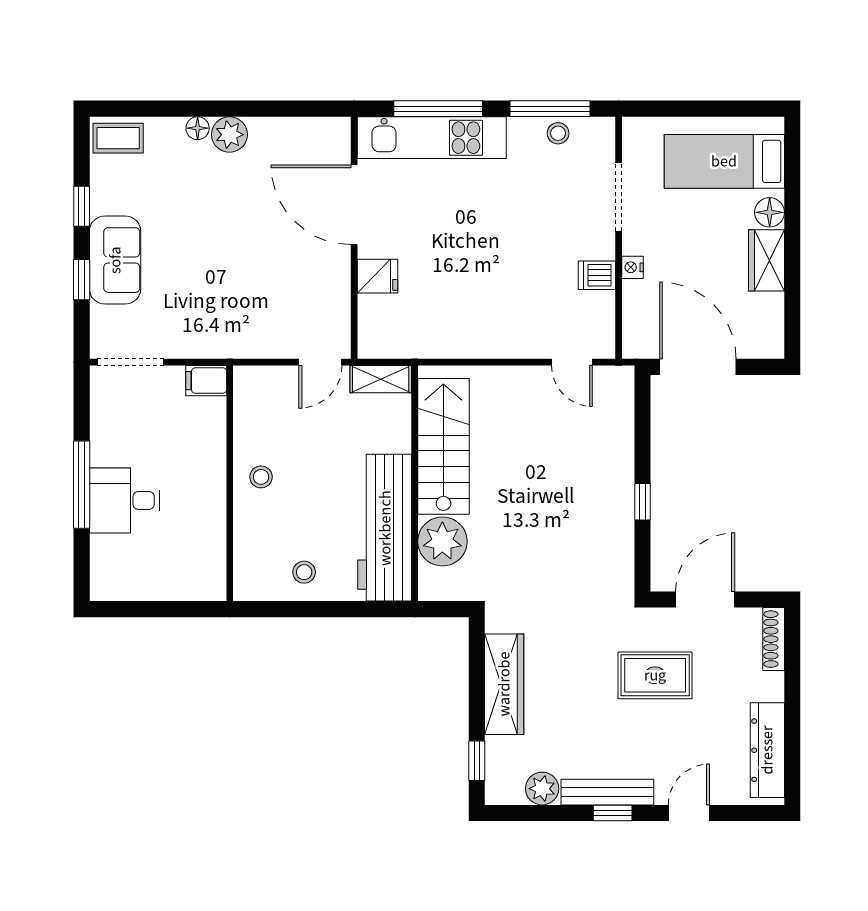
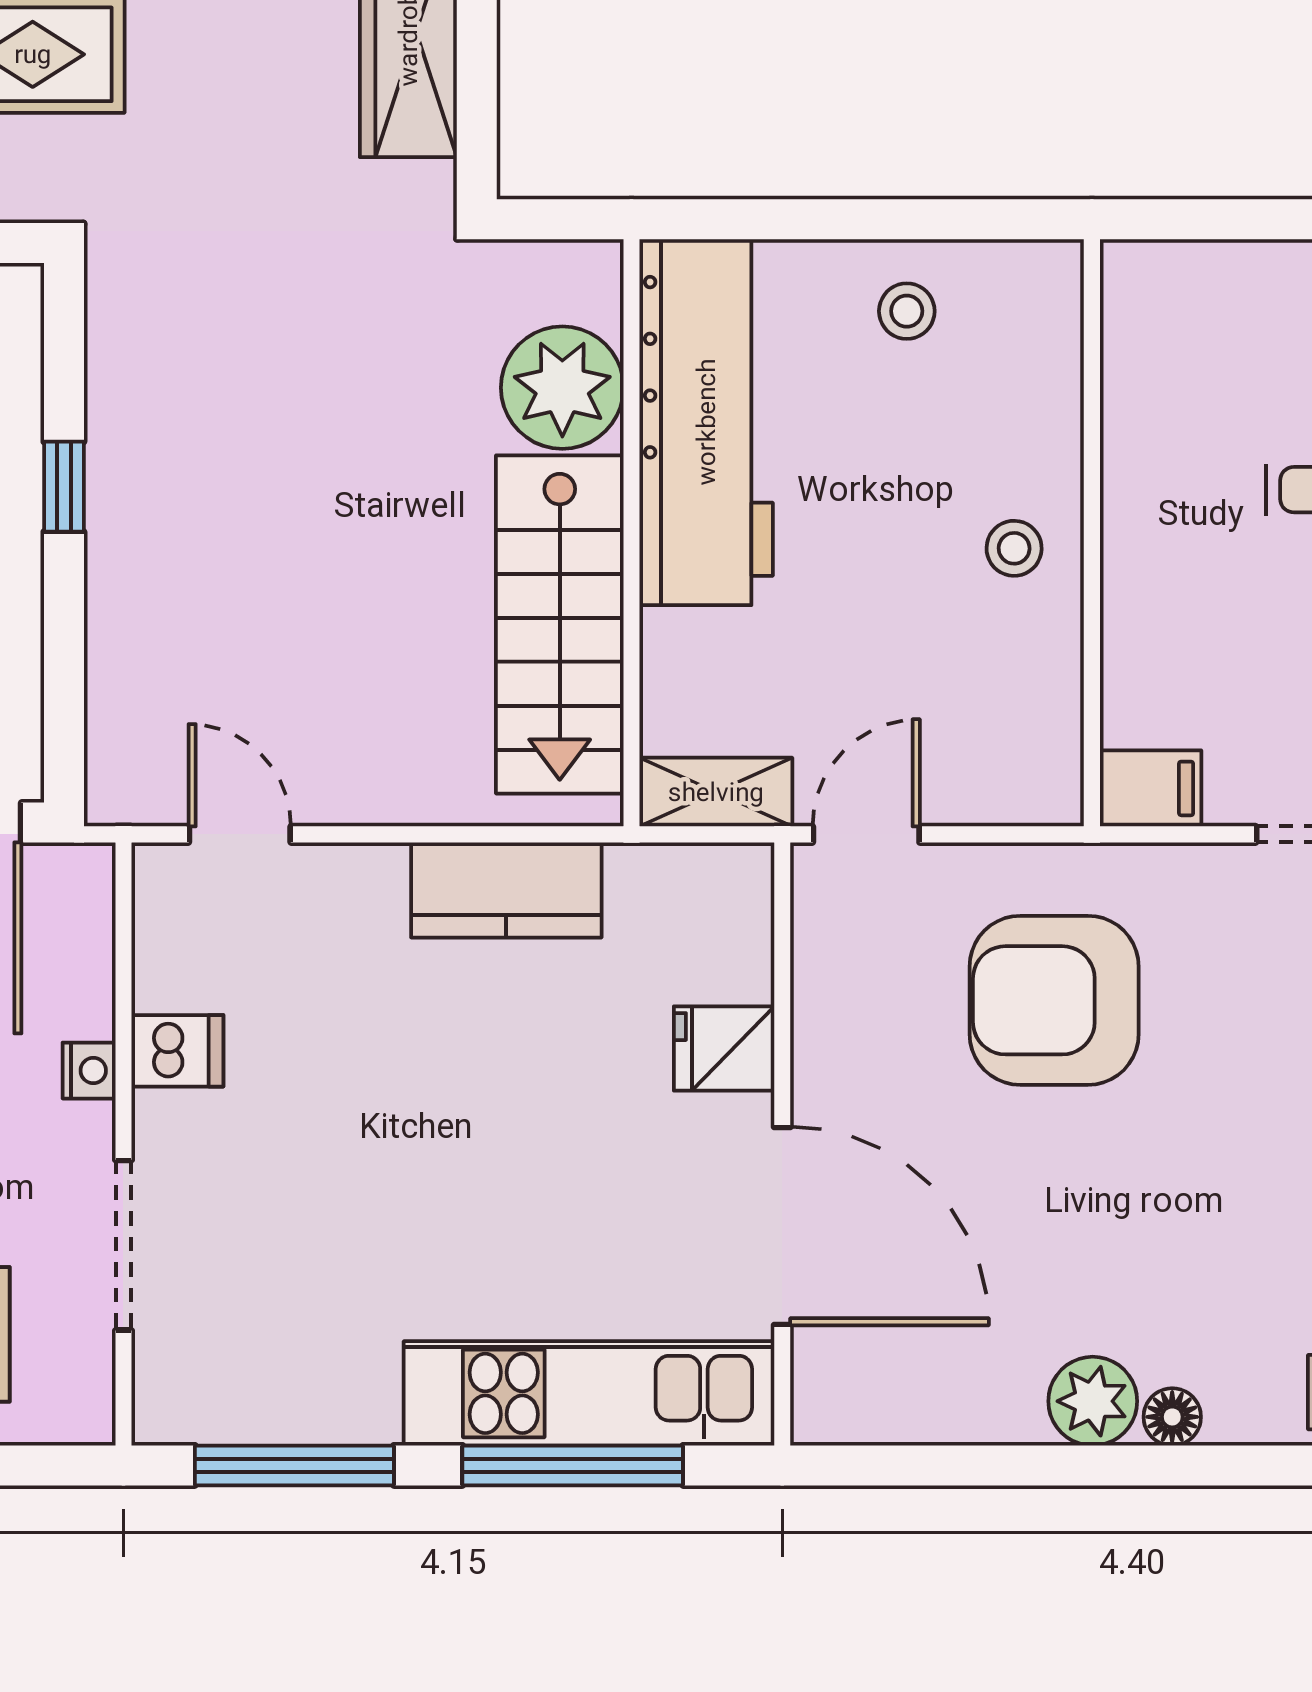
stool: (558, 133) -> (274, 1404), removed
armchair: (245, 295) -> (1054, 1000), added
kitchen counter: (465, 340) -> (506, 890), added

